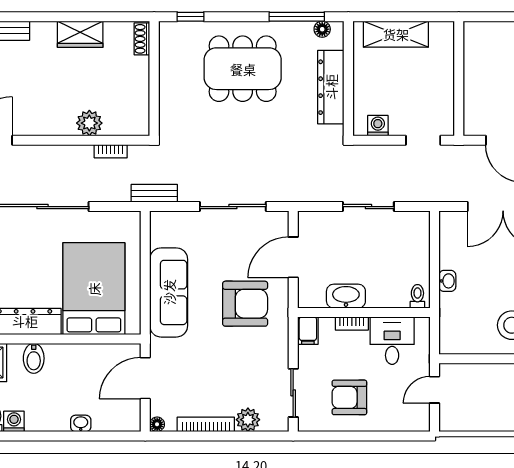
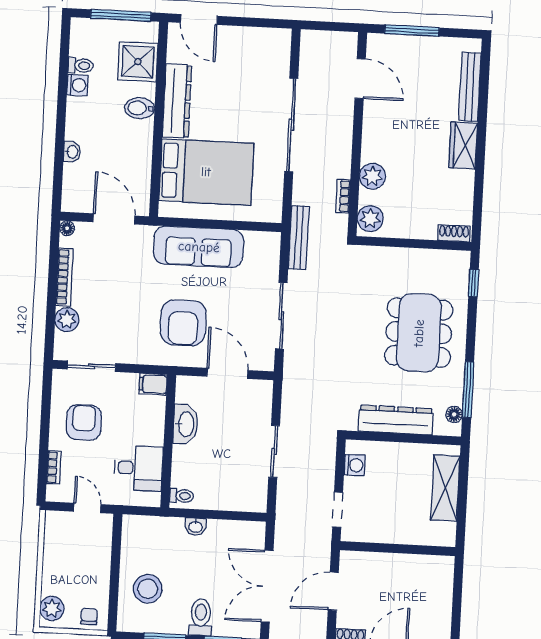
wardrobe: (80, 34) -> (463, 146), moved
plant: (132, 123) -> (370, 219), added
bench: (154, 193) -> (299, 238), width x1.36
bookcase: (352, 323) -> (54, 467), moved, turned 180

